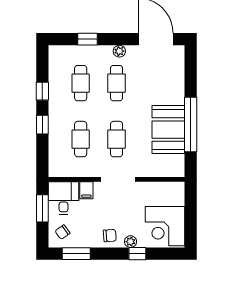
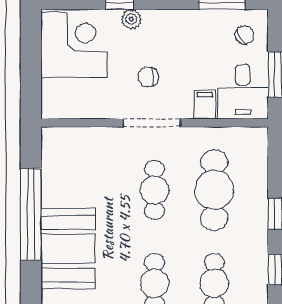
booth: (168, 130) -> (68, 249), moved
cafe table: (81, 139) -> (214, 190), width x1.37, depth x1.35
chair: (110, 235) -> (148, 77), moved

